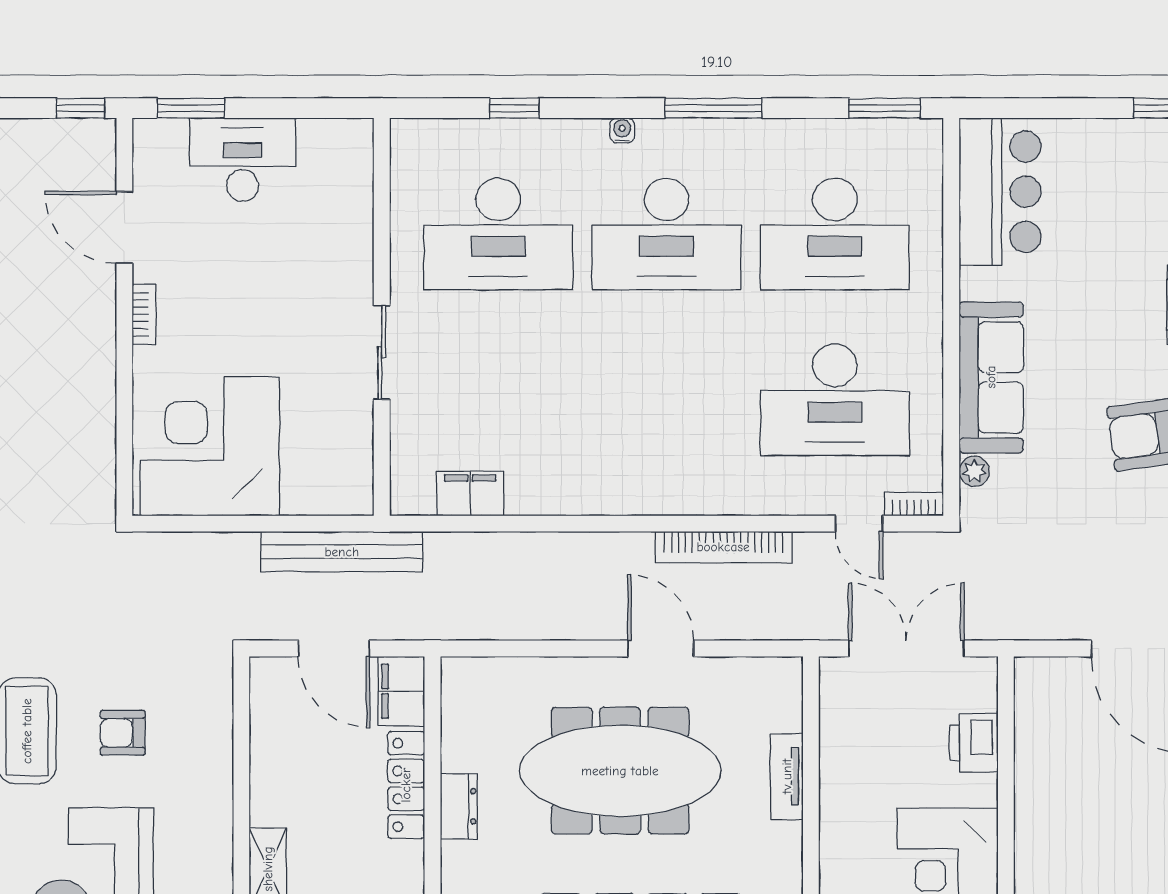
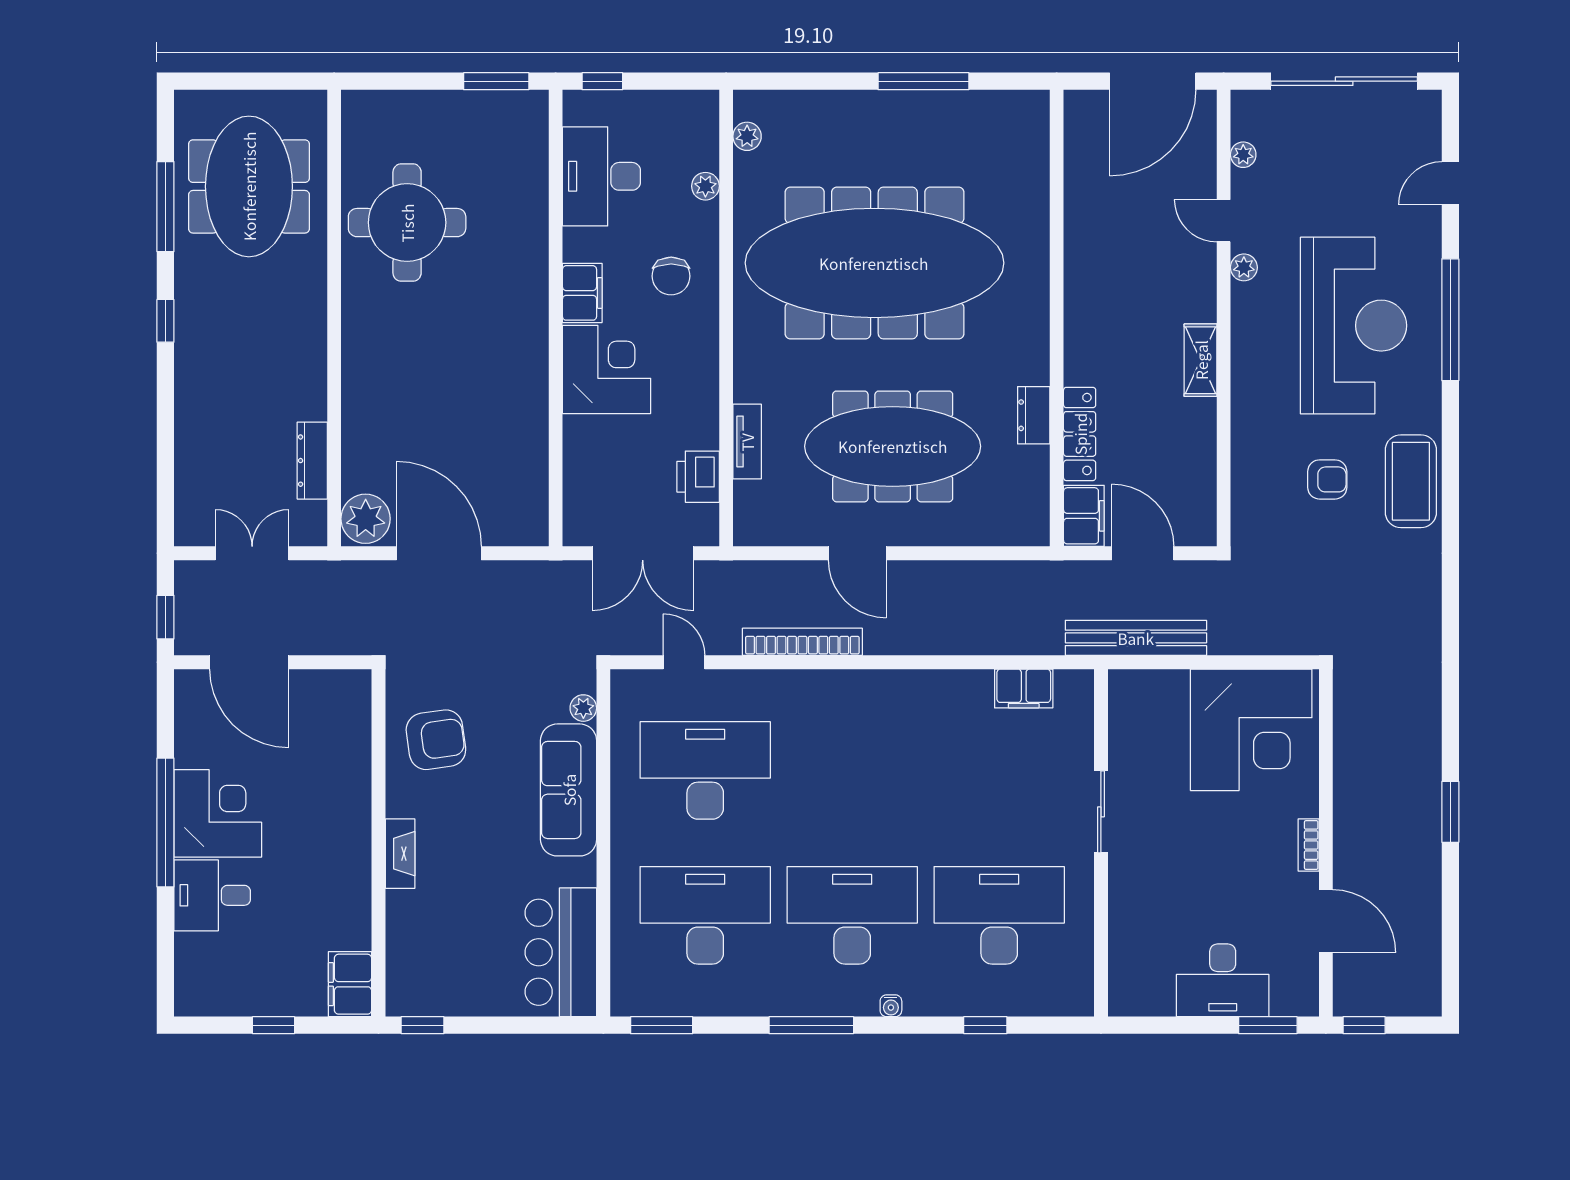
bookcase: (914, 504) -> (636, 679), removed
printer: (974, 743) -> (698, 477), moved, turned 180

